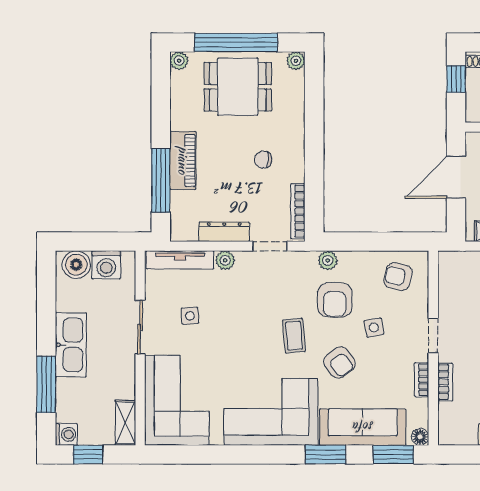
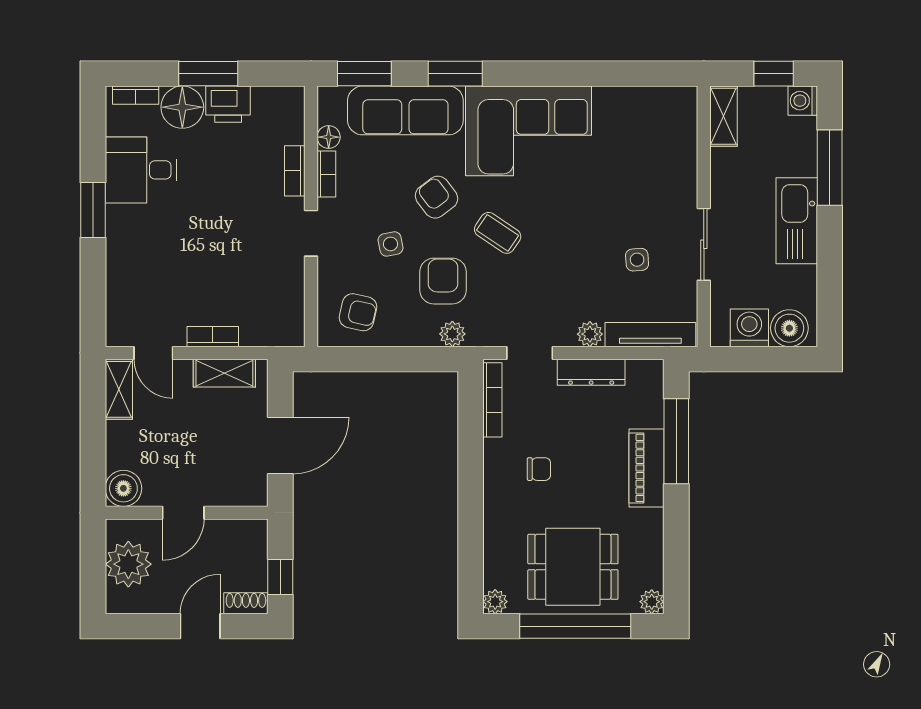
coffee table: (294, 336) -> (498, 233), turned -51
corner sofa: (177, 400) -> (655, 146), removed
floor lamp: (420, 437) -> (329, 137), moved

